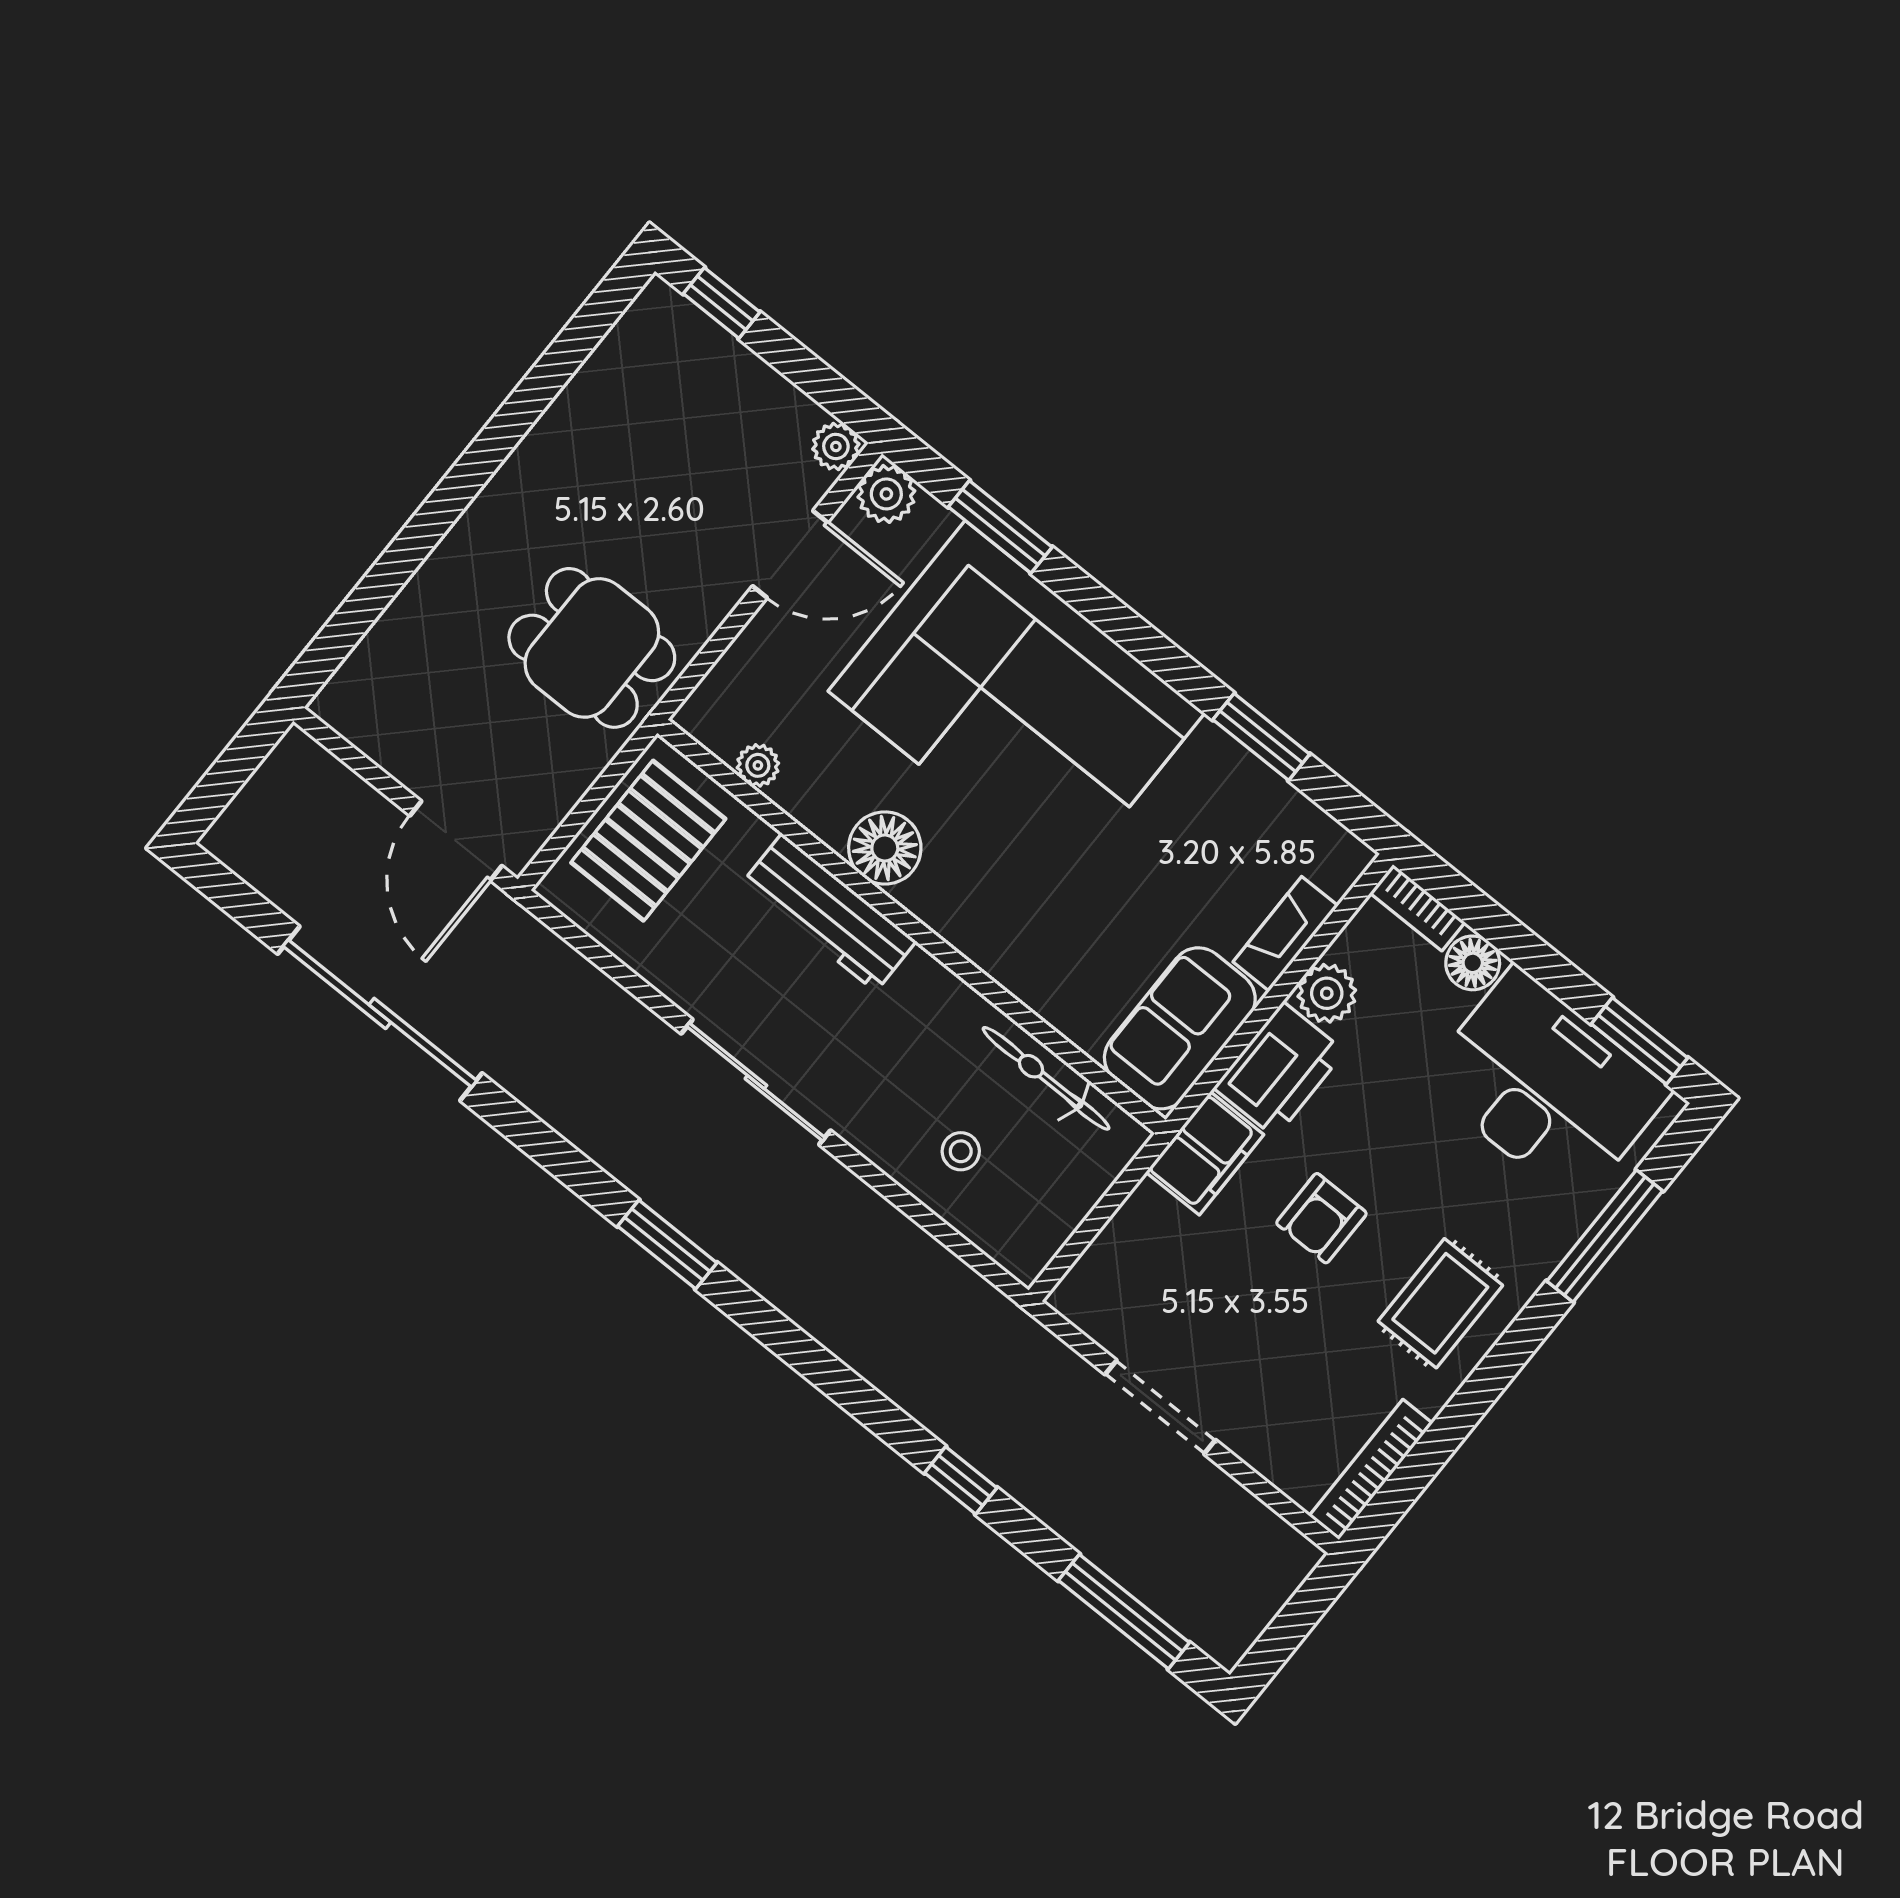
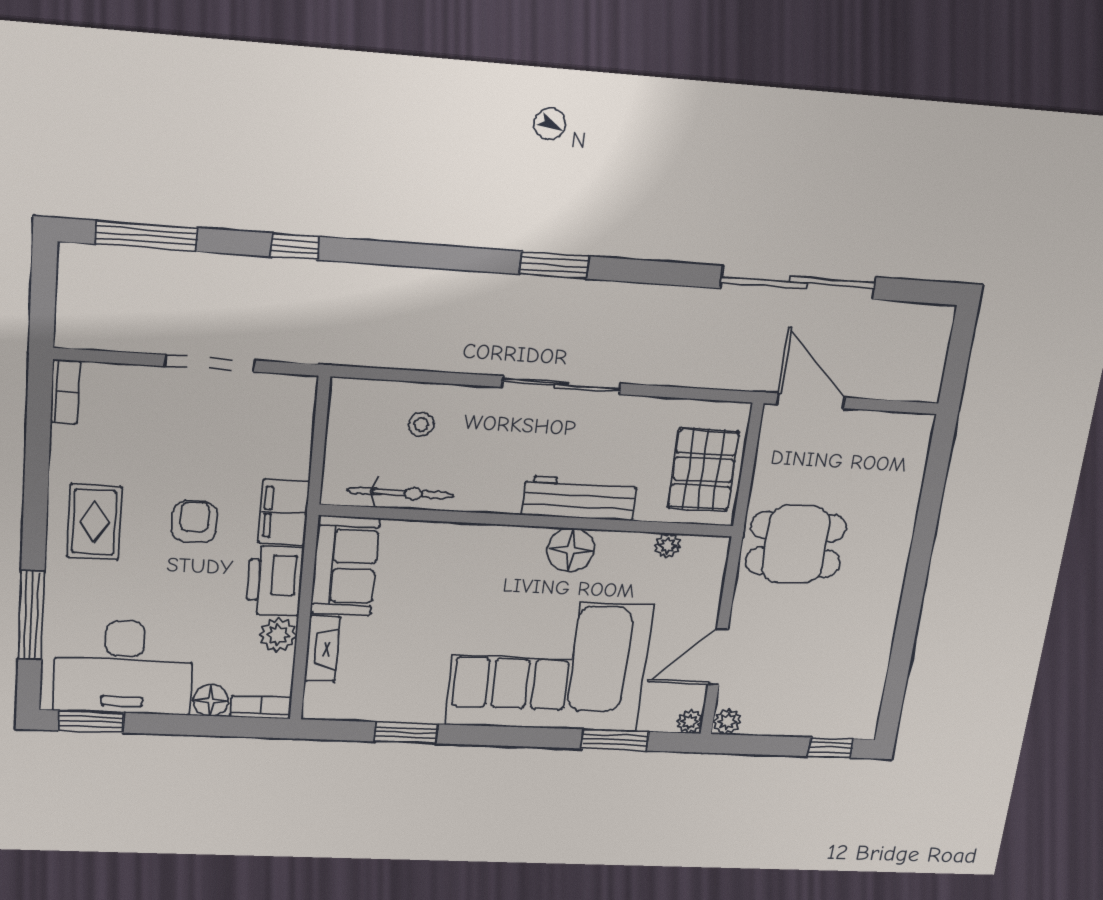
plant: (886, 494) -> (690, 722), width x0.73, depth x0.73
bookcase: (1371, 1470) -> (65, 392), width x0.64

